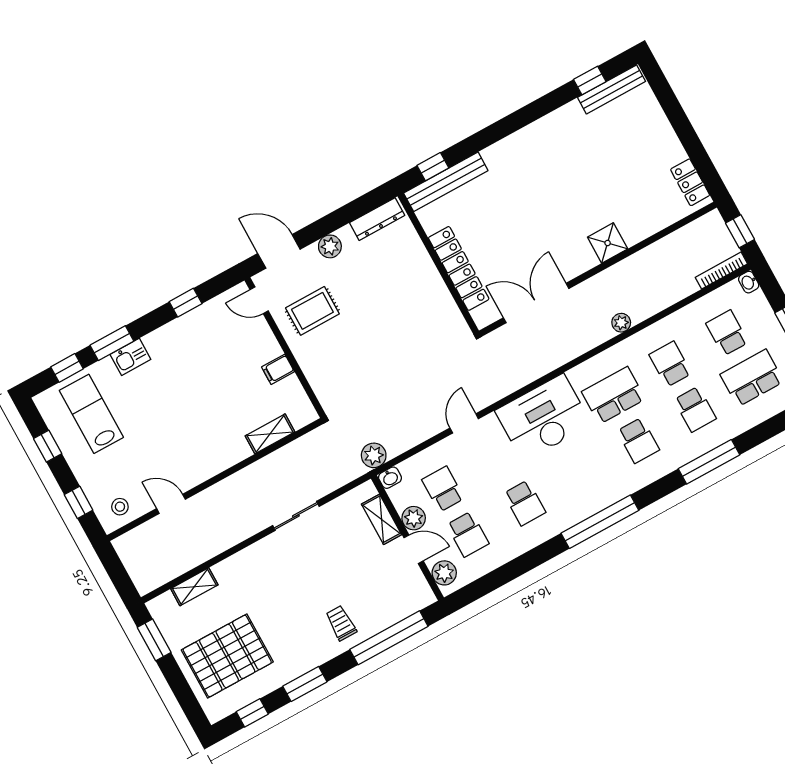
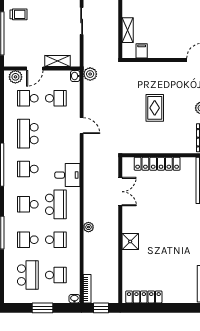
locker: (690, 182) -> (144, 297), width x1.53
double door: (536, 303) -> (120, 192), width x0.73
rug: (312, 311) -> (155, 108), moved
filing cabinet: (278, 369) -> (142, 51), moved
desk: (543, 418) -> (67, 175), width x0.53, depth x0.77
school desk: (581, 472) -> (28, 169), added
school desk: (525, 503) -> (28, 134), width x1.85
plant: (414, 518) -> (50, 77), removed

